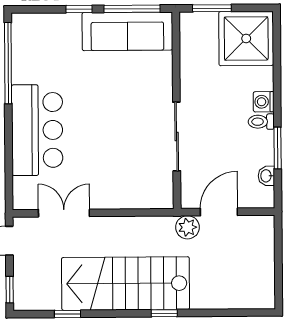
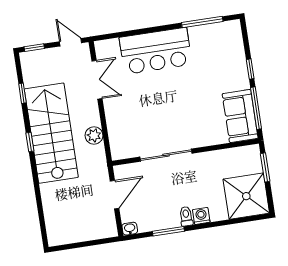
sofa: (127, 31) -> (240, 116), width x0.73
window: (8, 63) -> (202, 22), width x0.68
washbasin: (266, 176) -> (130, 229), moved
door: (219, 212) -> (115, 195), hinge flipped
plant: (187, 227) -> (94, 135), moved
window: (164, 313) -> (30, 142), moved

